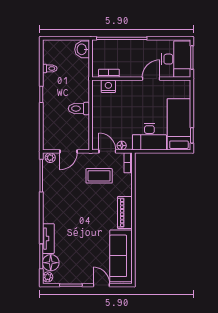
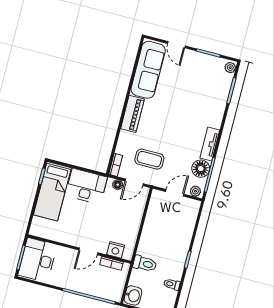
door: (151, 79) -> (88, 251), moved
toilet: (79, 109) -> (145, 264), moved
door: (107, 151) -> (134, 182), hinge flipped
tv unit: (48, 239) -> (210, 144), moved
floor lamp: (51, 263) -> (201, 169), moved

